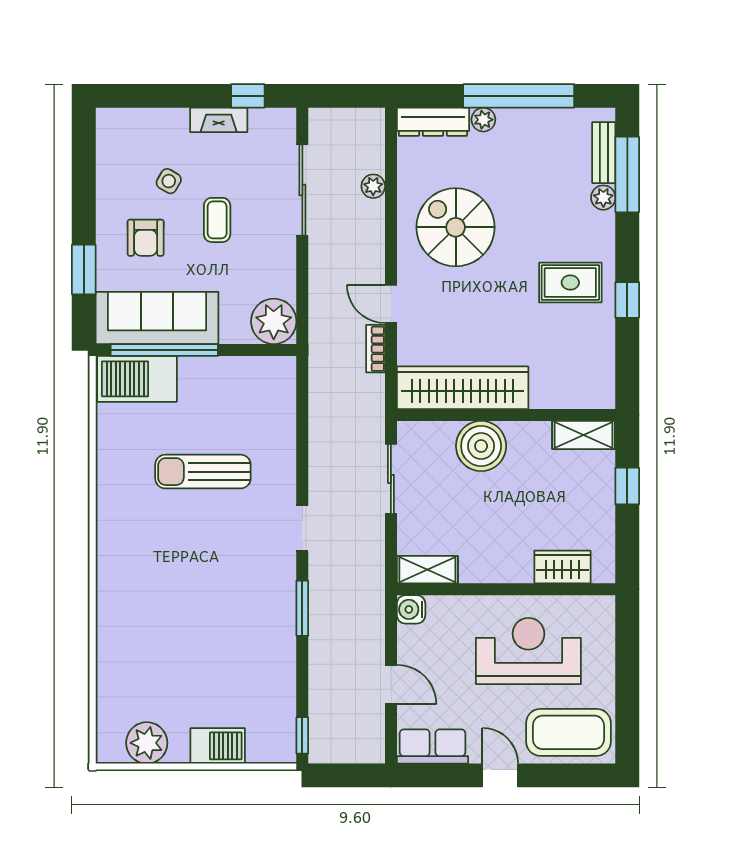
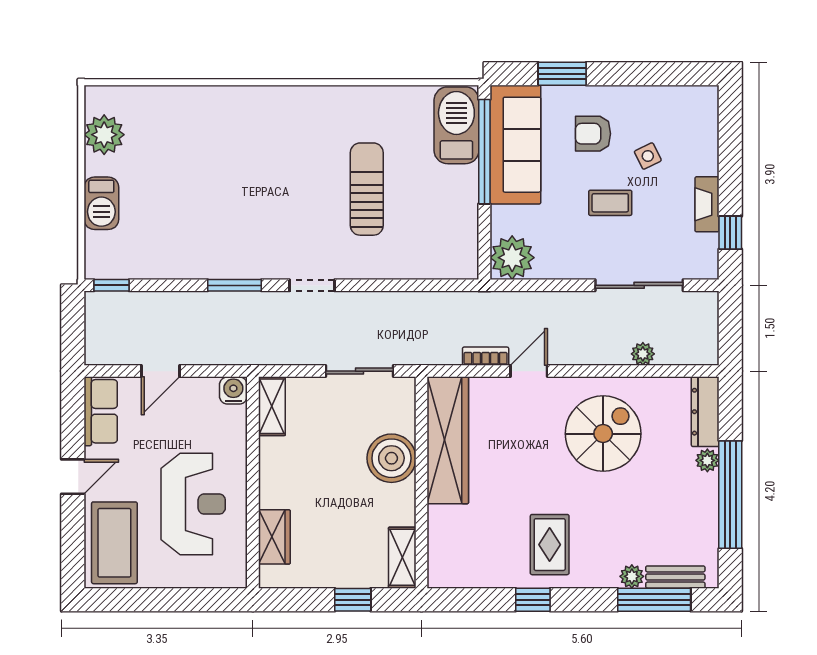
side table: (169, 181) -> (648, 156), turned 34

